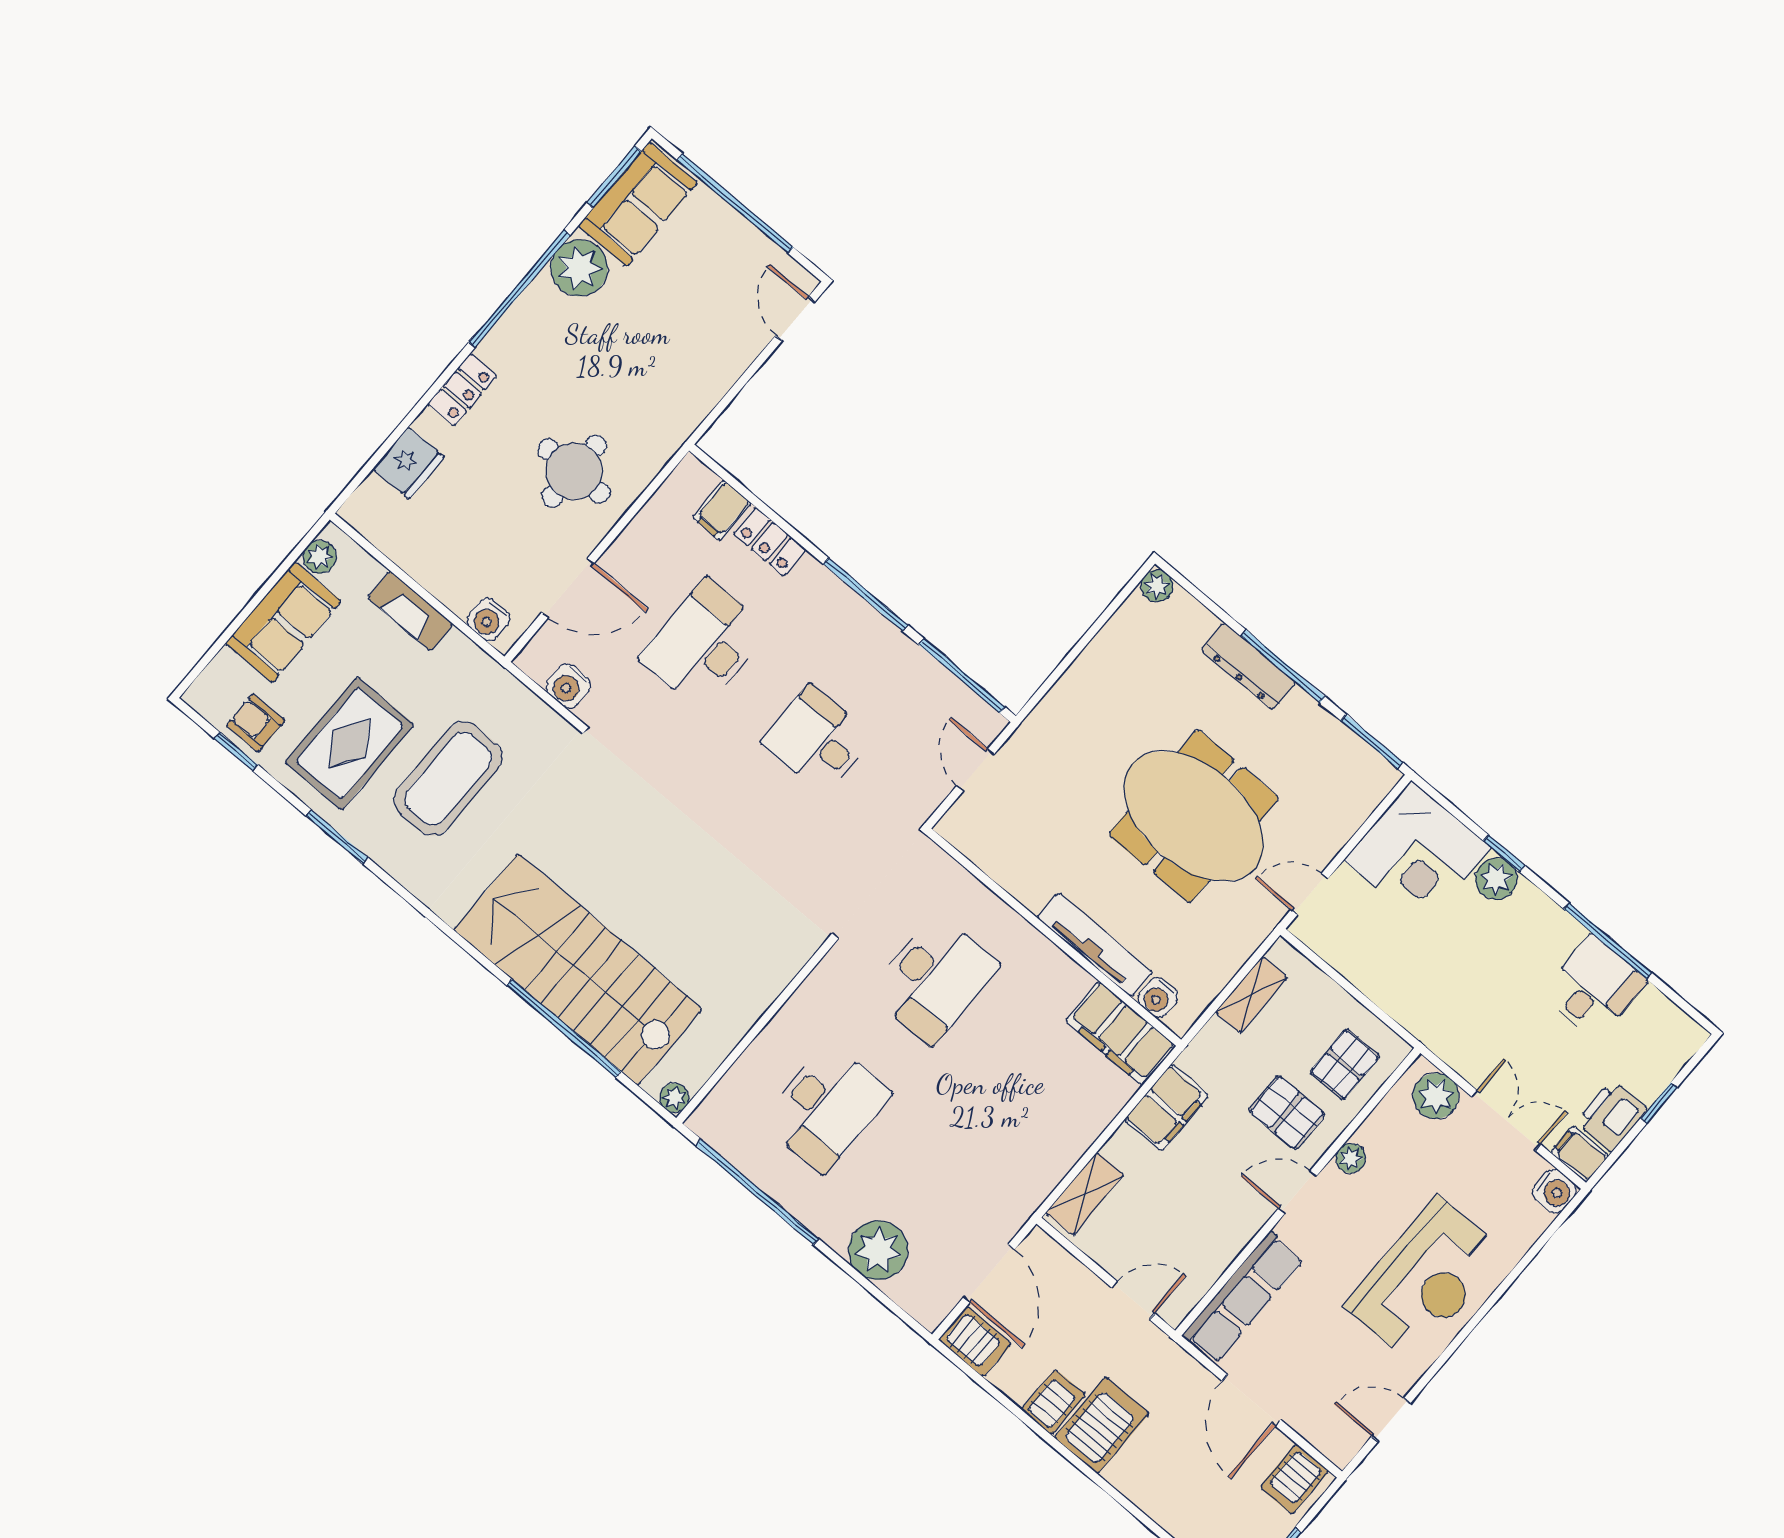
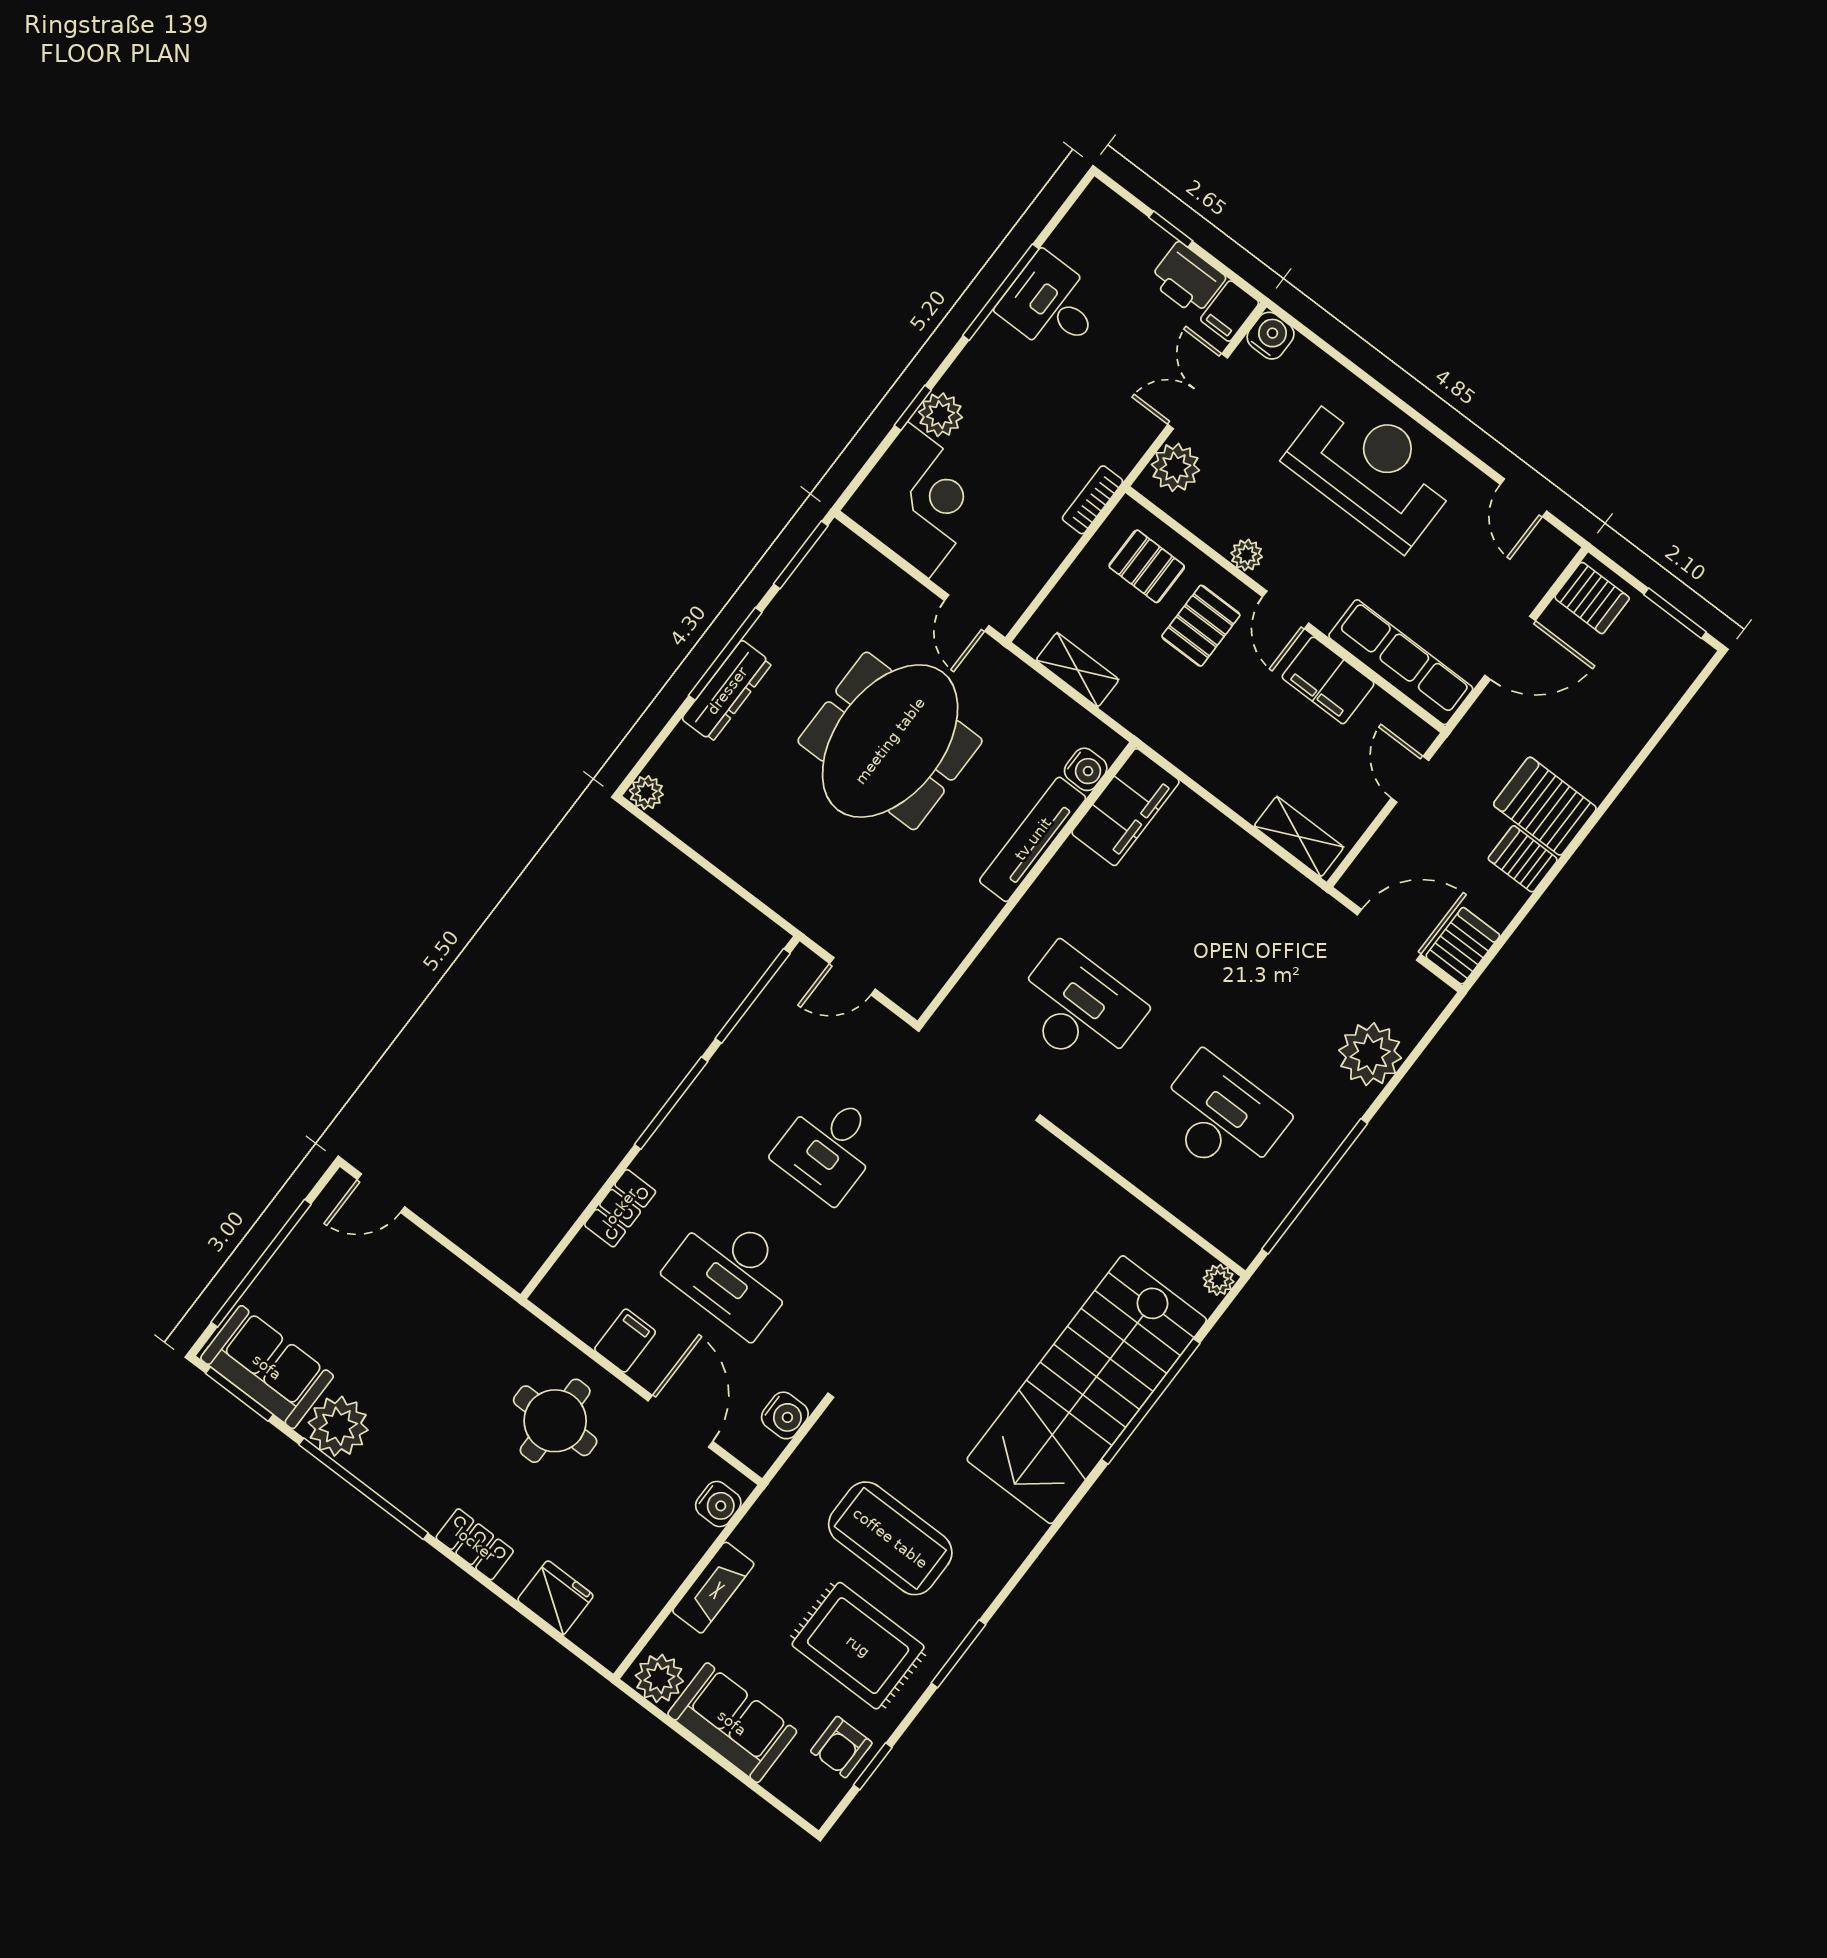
filing cabinet: (722, 510) -> (625, 1341), moved, turned -90
plant: (320, 557) -> (659, 1678), width x1.38, depth x1.38
bookcase: (1409, 1017) -> (1093, 500), added
filing cabinet: (1166, 1108) -> (1328, 680), moved, turned 180

